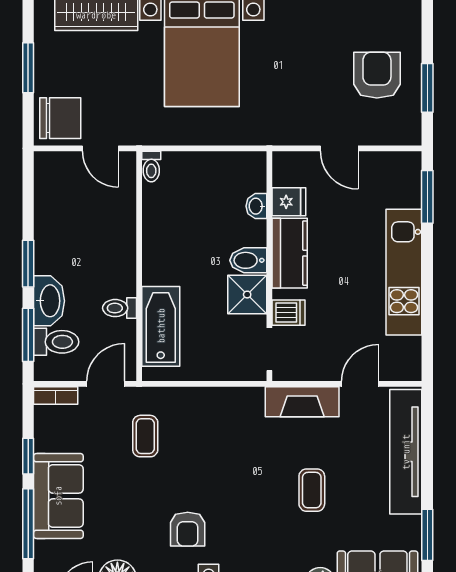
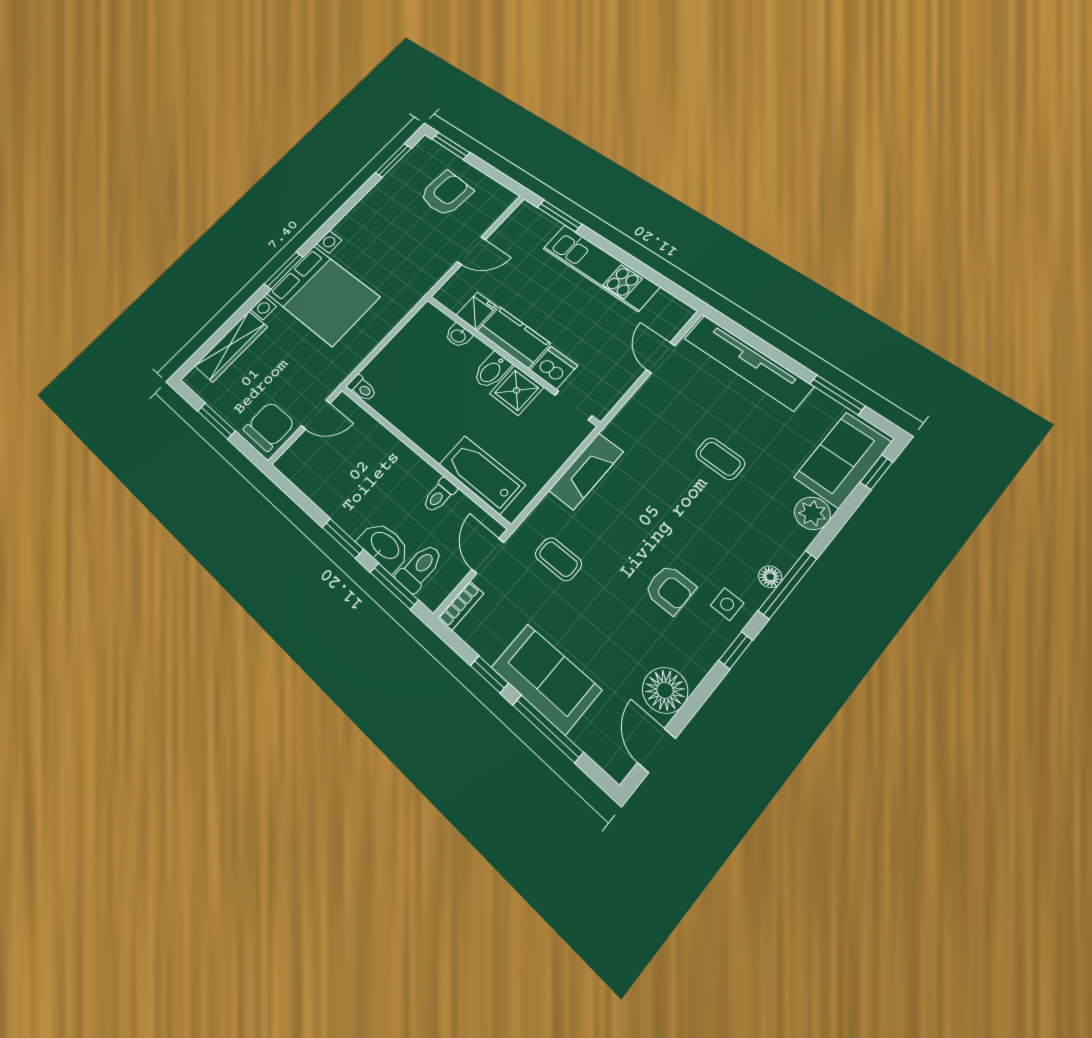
armchair: (377, 75) -> (446, 193), turned 94
window: (427, 88) -> (451, 146), moved
dishwasher: (288, 313) -> (554, 368), width x1.38
fireplace: (302, 402) -> (586, 471), moved

